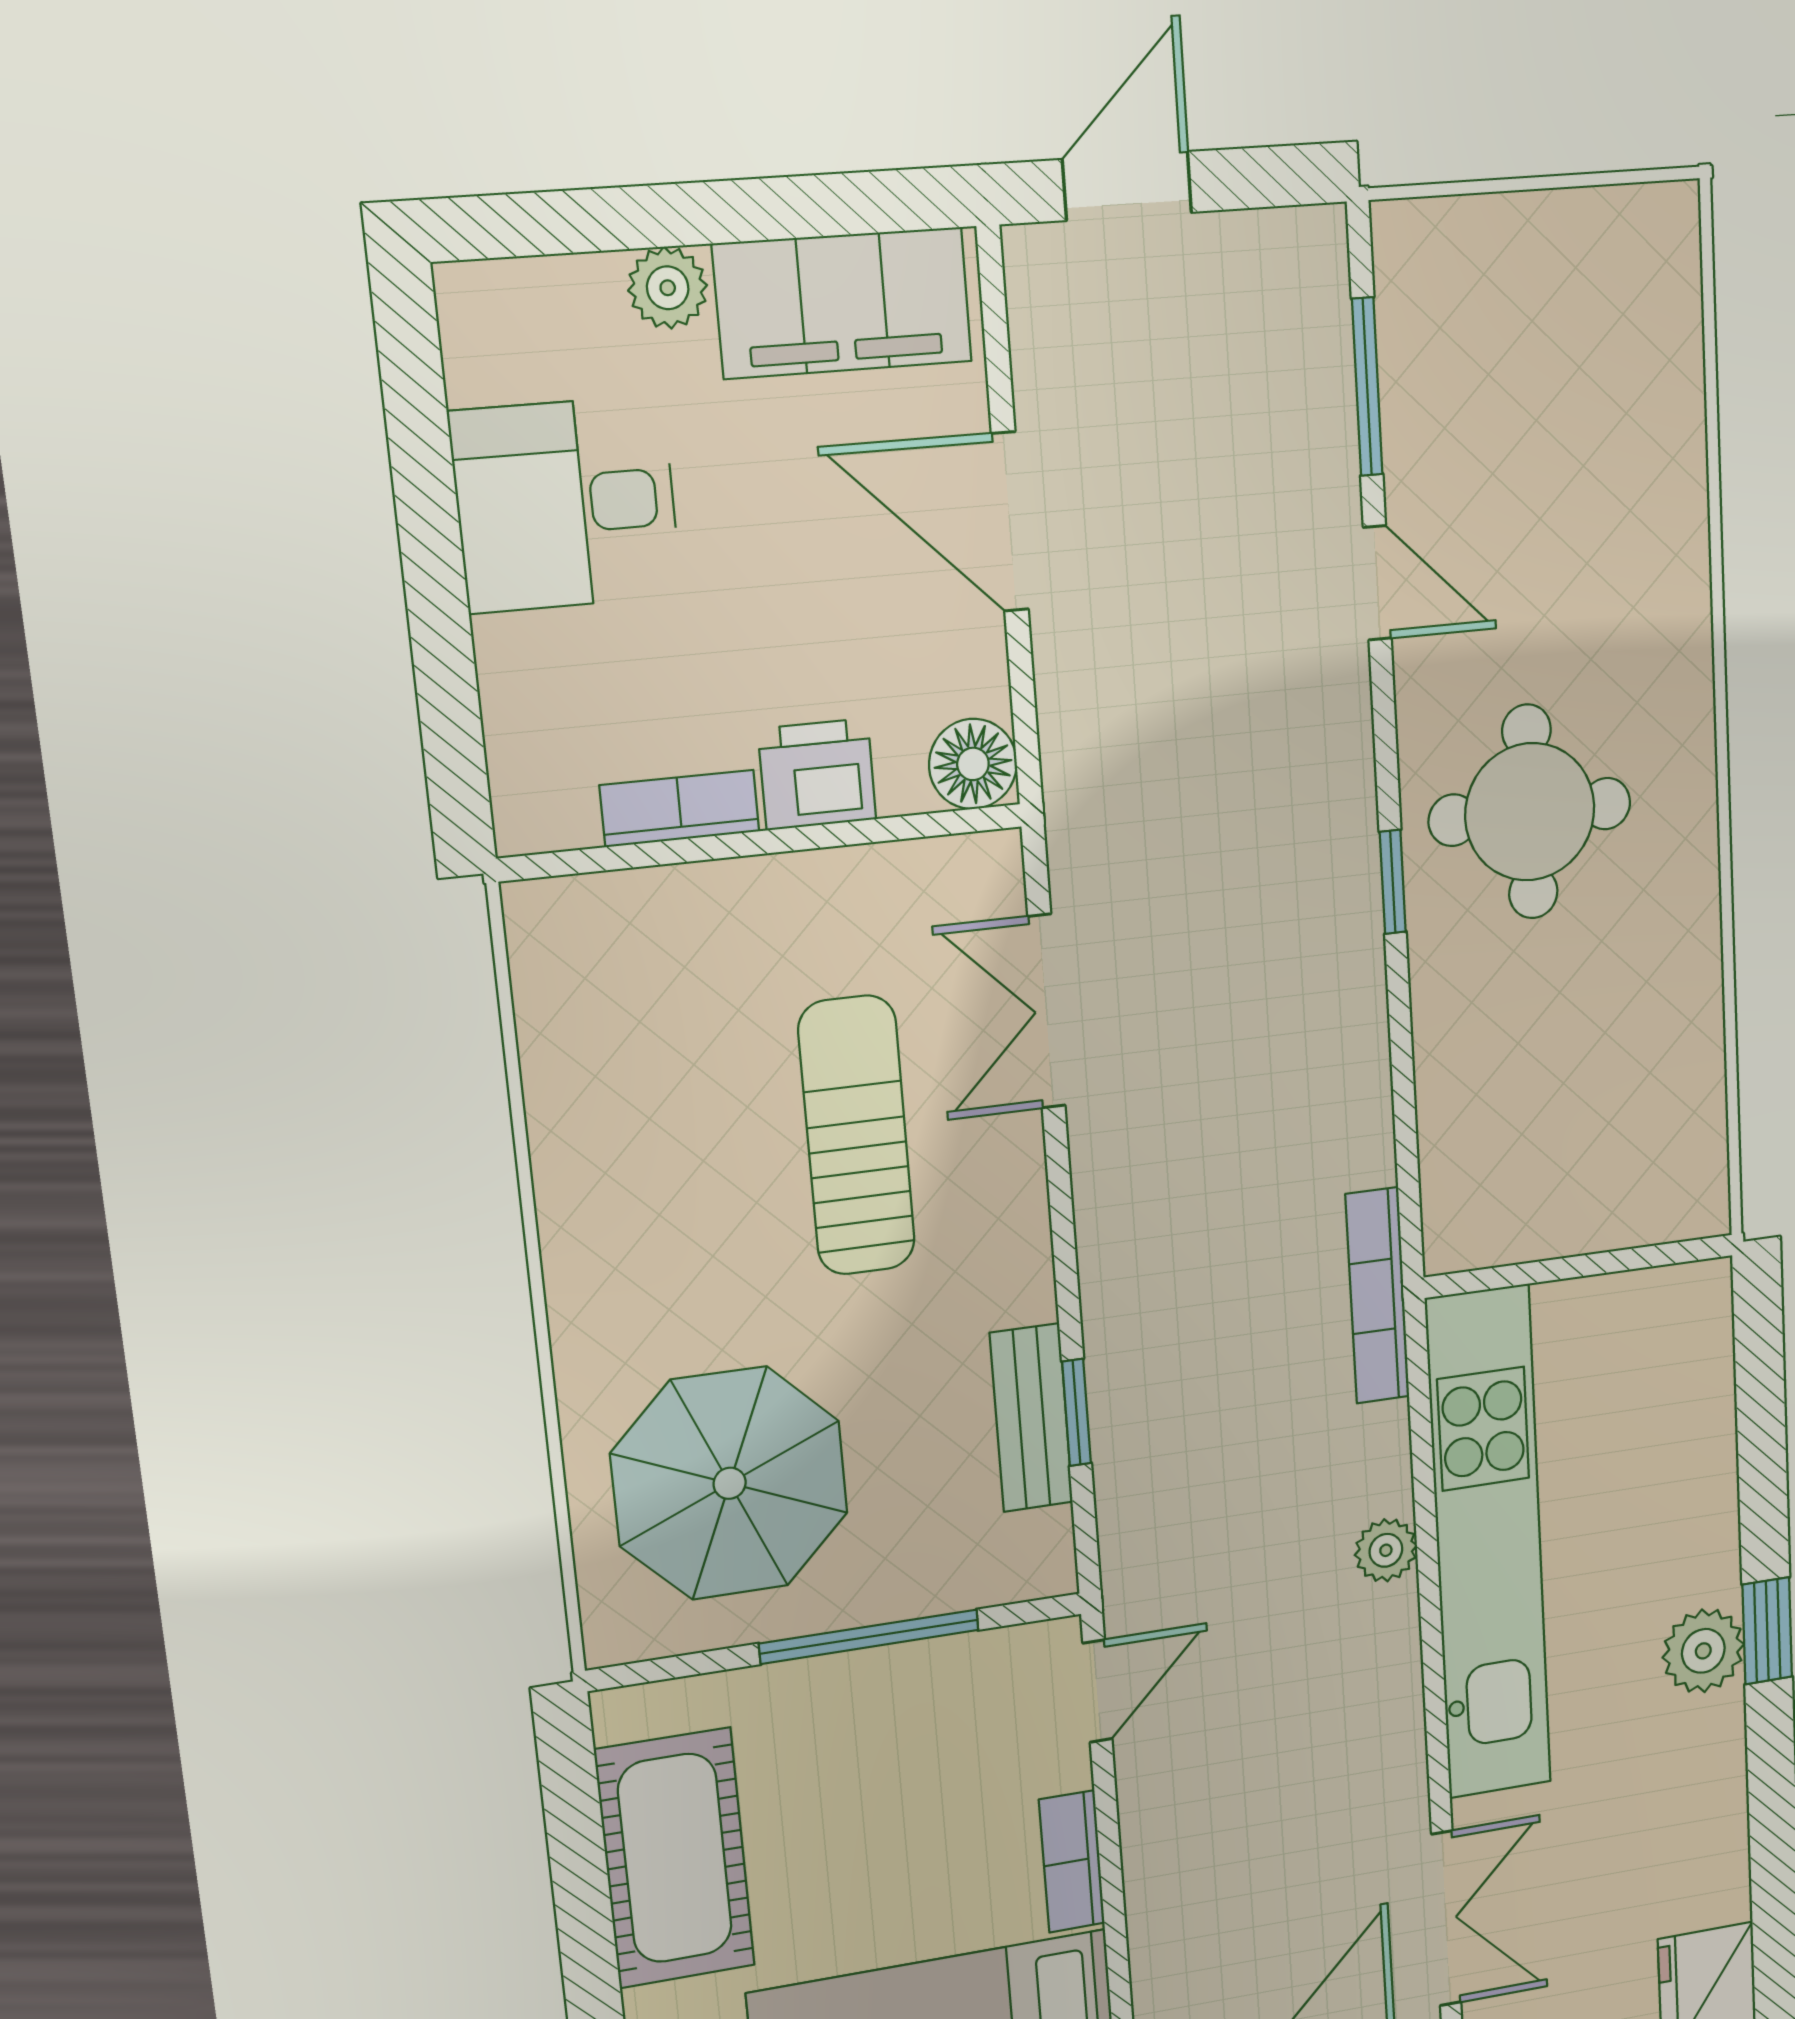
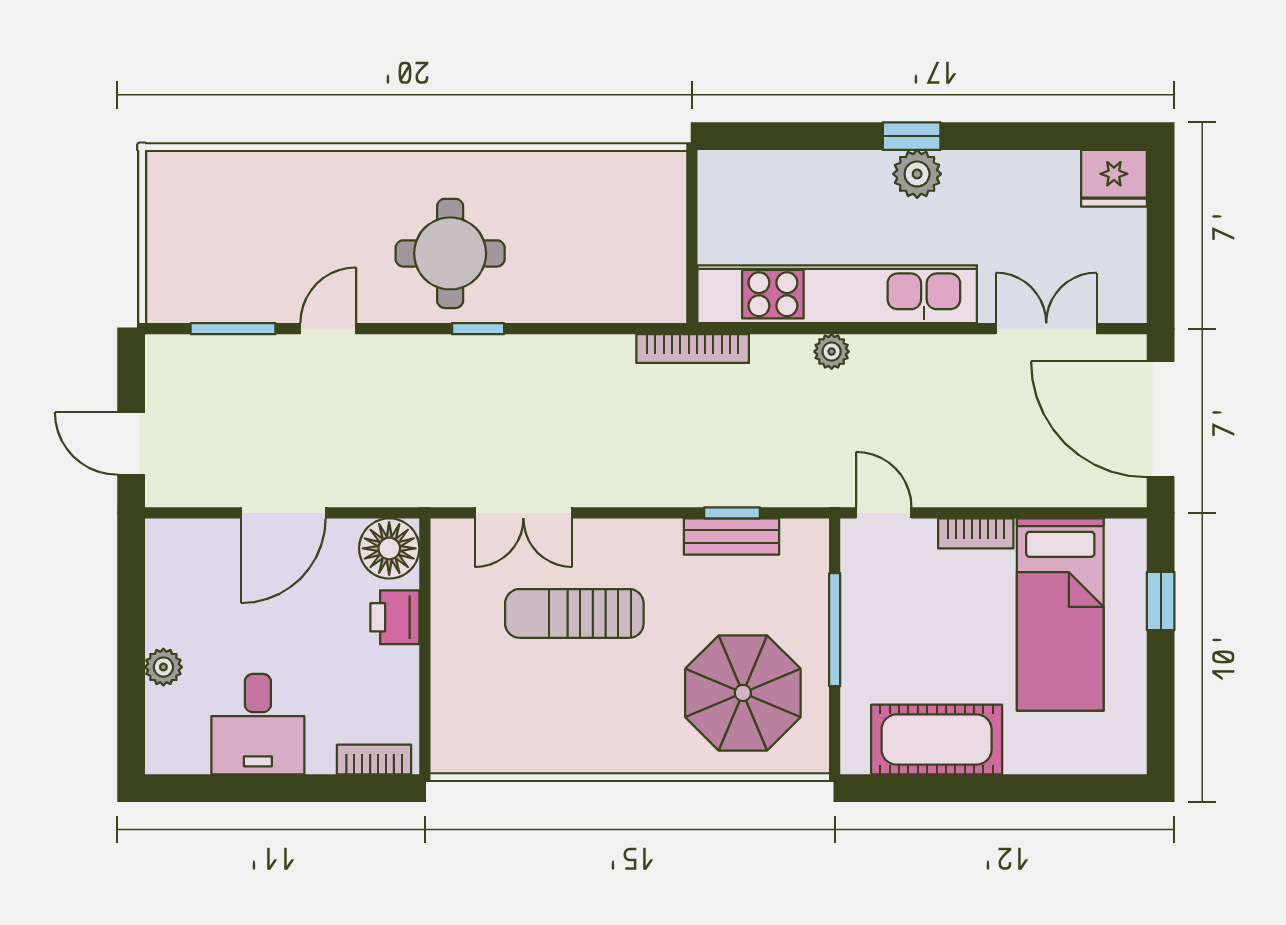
filing cabinet: (843, 303) -> (176, 585), removed
floor lamp: (973, 764) -> (389, 548), width x1.38, depth x1.38
bookcase: (680, 808) -> (374, 759), moved, turned 90

